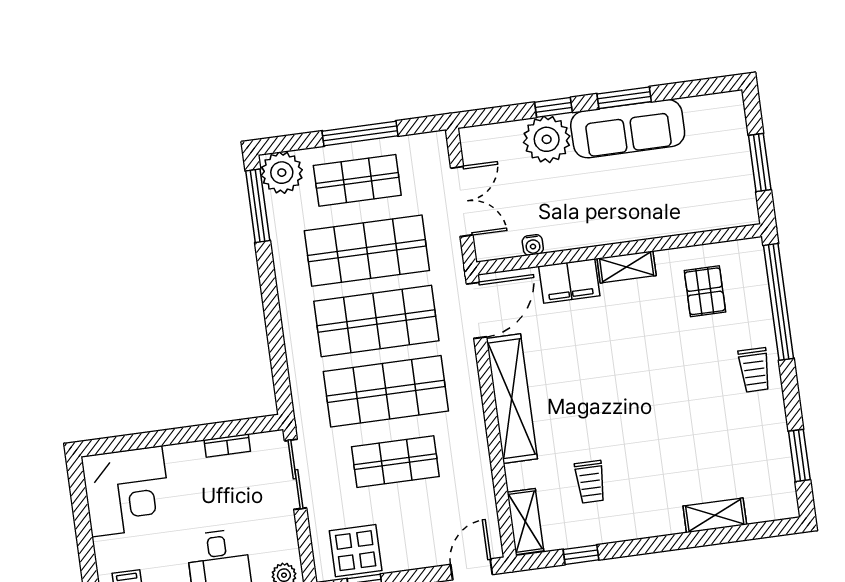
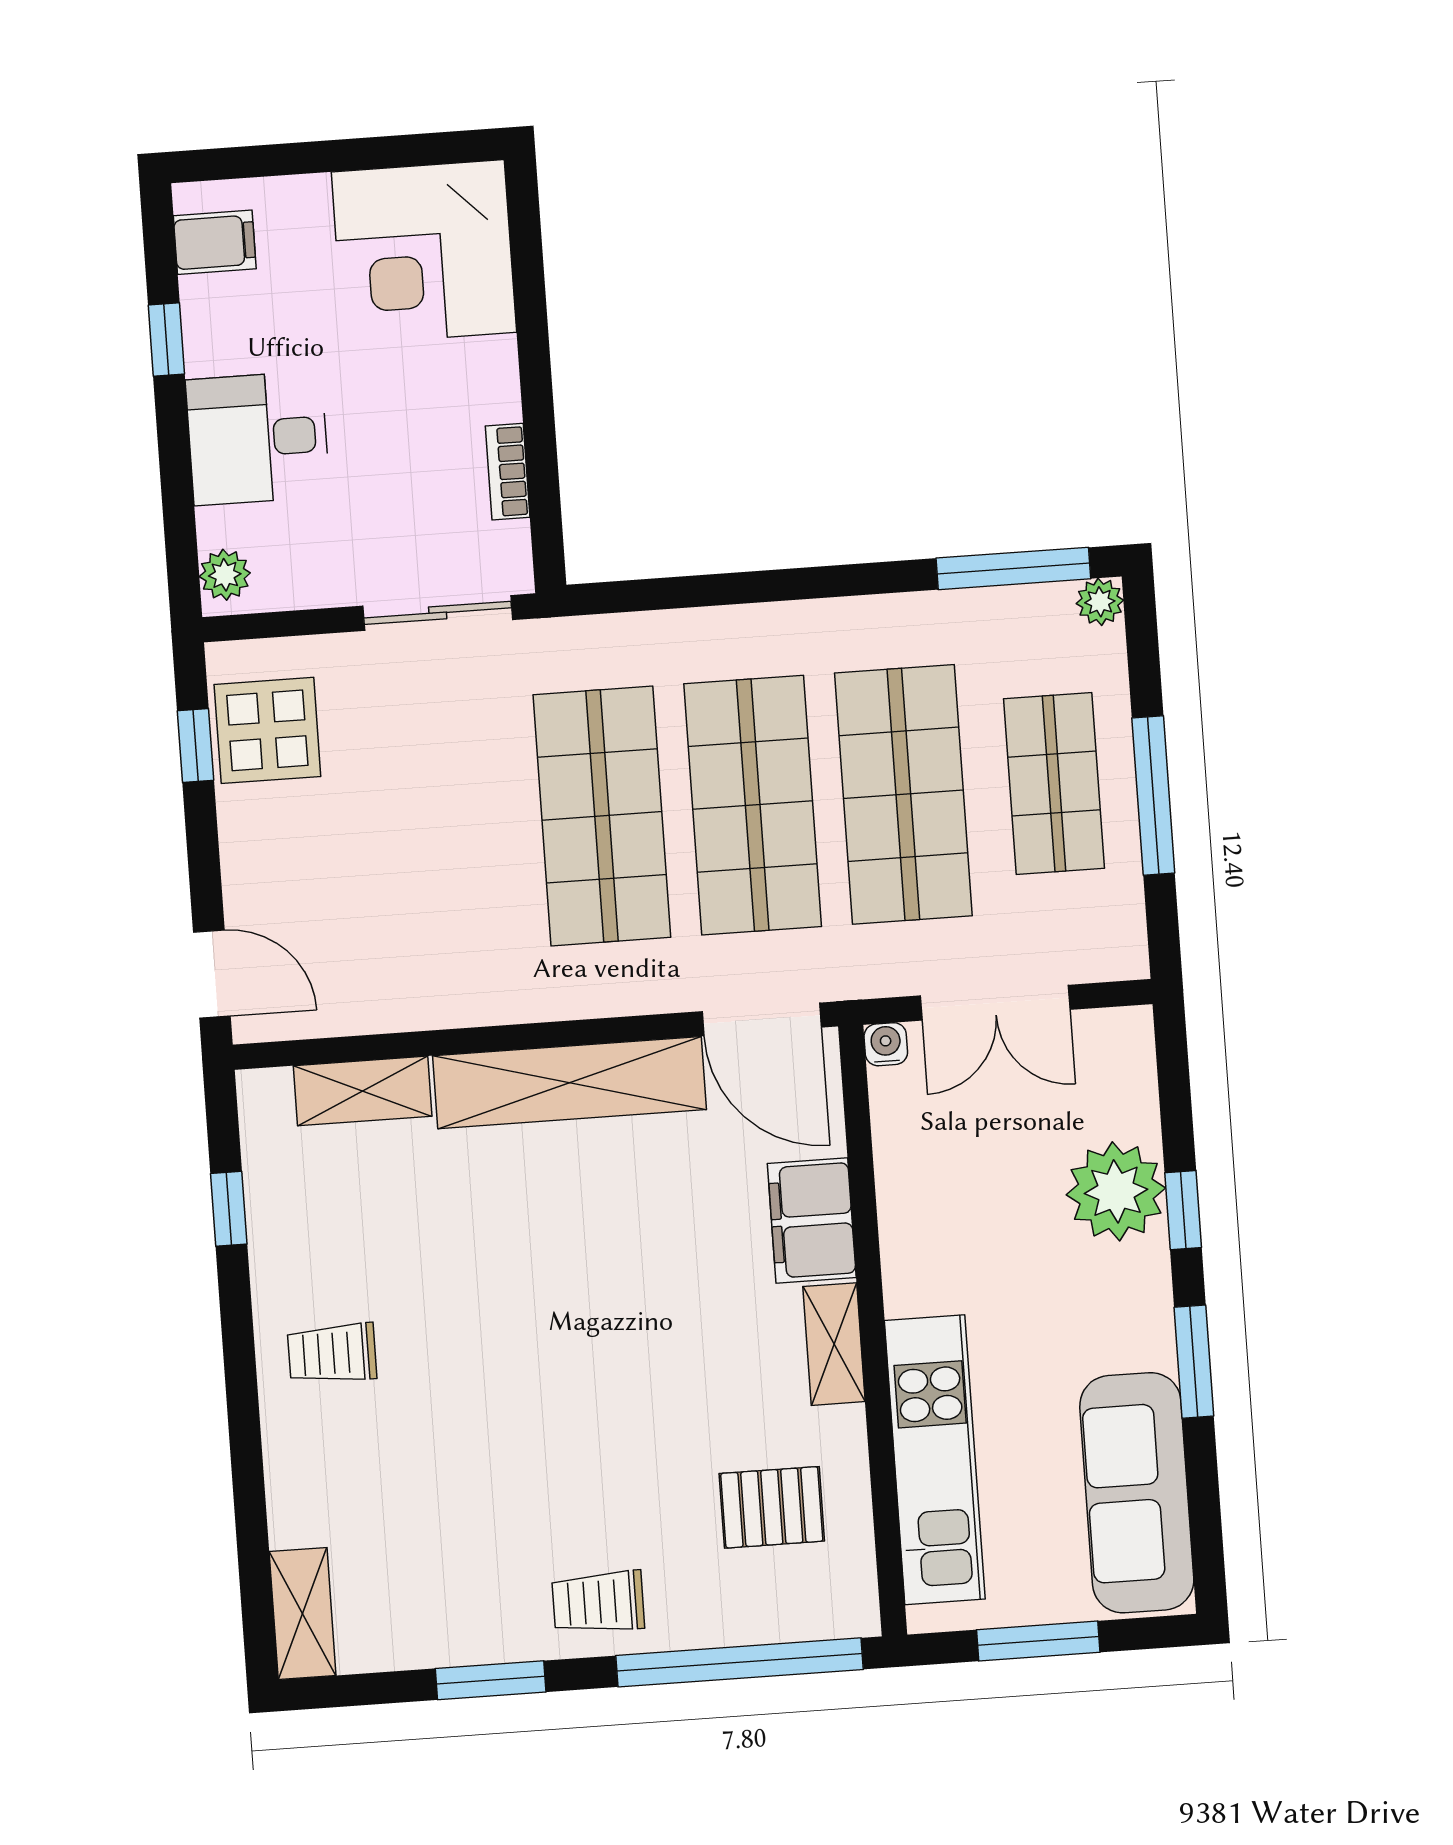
sofa: (628, 129) -> (1137, 1493), moved
plant: (282, 173) -> (1100, 602), width x0.53, depth x0.53
kitchen unit: (678, 216) -> (935, 1460), added
water cooler: (533, 245) -> (886, 1044), moved, turned 90
window: (799, 455) -> (491, 1680), moved
shop shelf: (395, 462) -> (451, 827), removed
trolley: (590, 482) -> (332, 1353), moved
shelving: (715, 515) -> (303, 1613), moved
shelving: (525, 522) -> (363, 1091), moved

